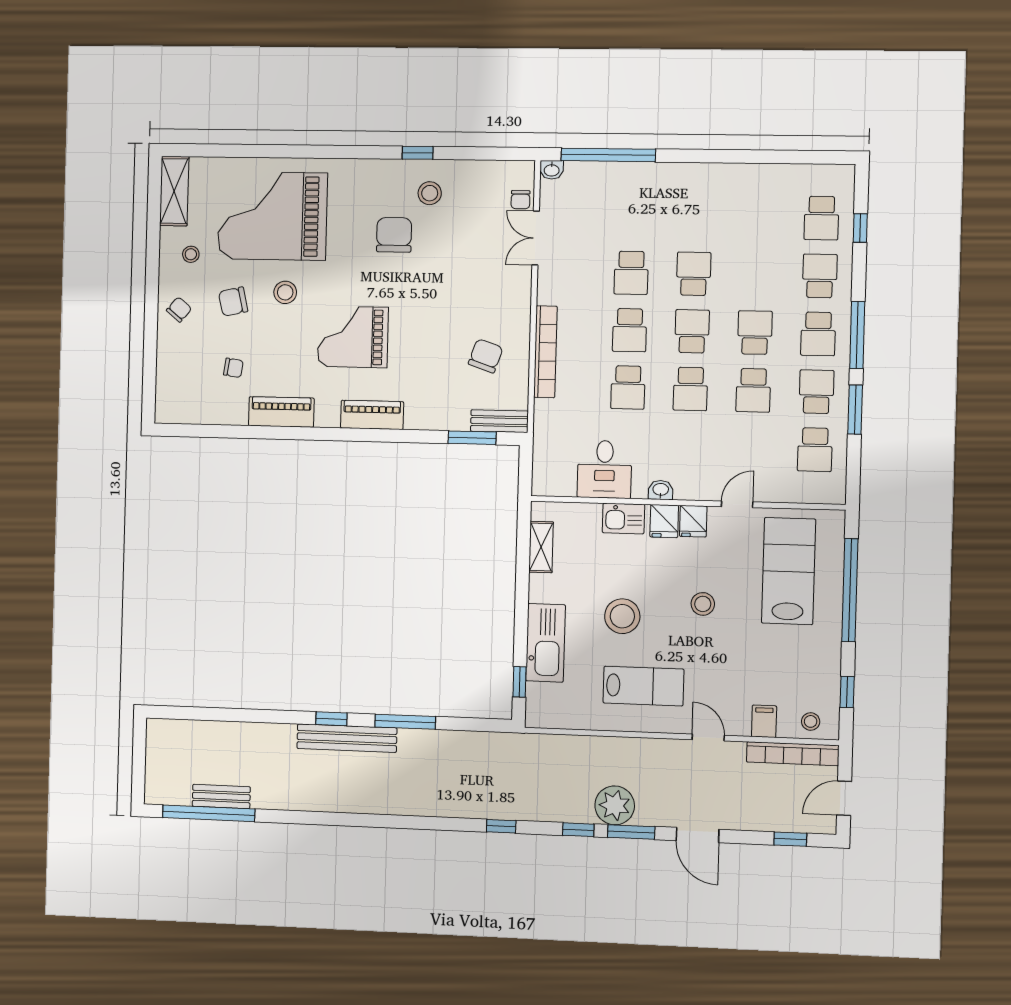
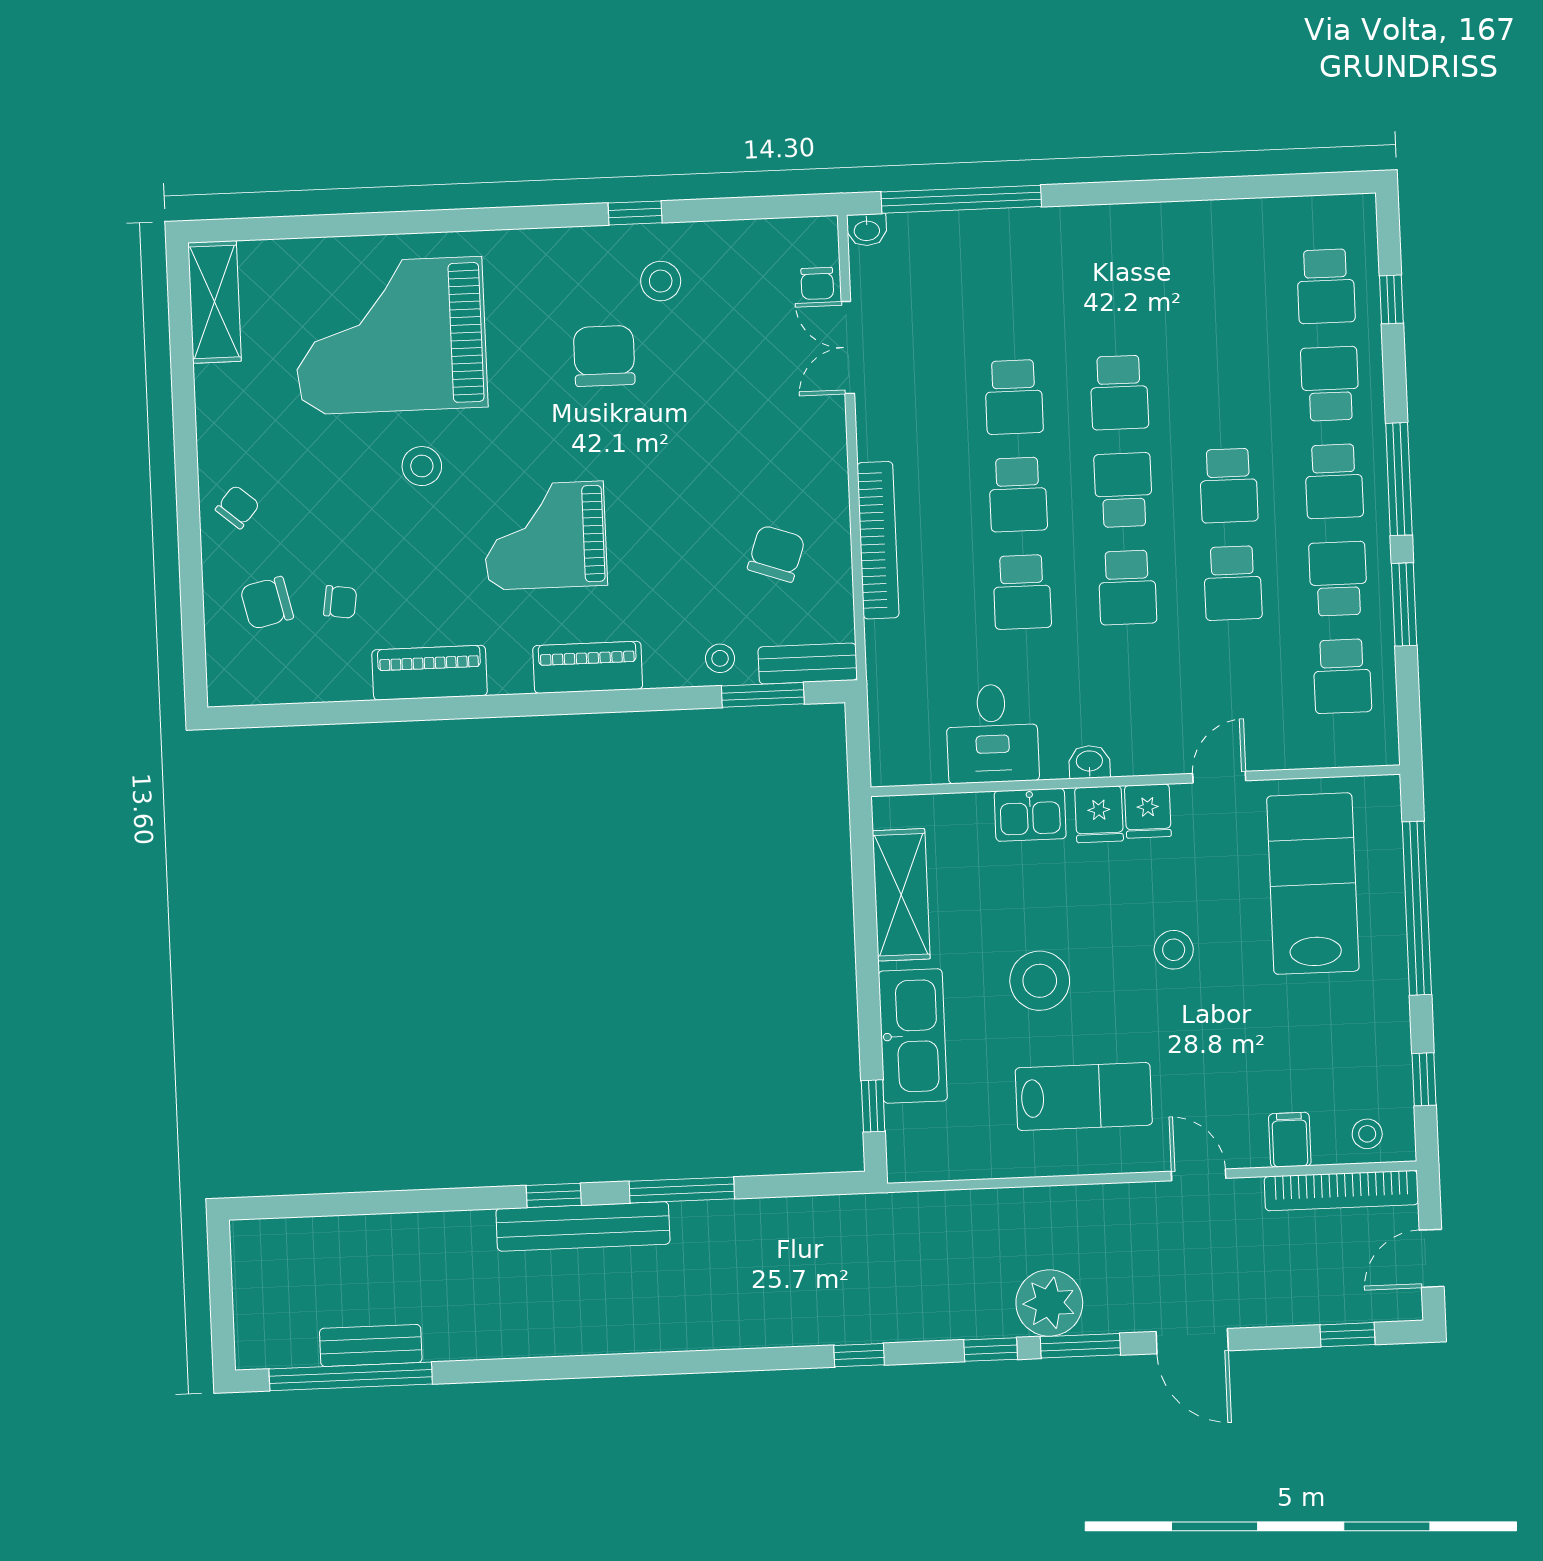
stool: (191, 254) -> (720, 658), moved
school desk: (694, 274) -> (1119, 393), turned 180
chair: (233, 302) -> (267, 603), moved
school desk: (755, 333) -> (1229, 486), turned 180
shelving: (541, 547) -> (901, 895), width x1.50, depth x1.33

